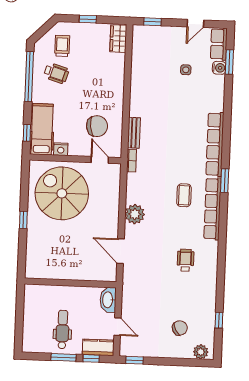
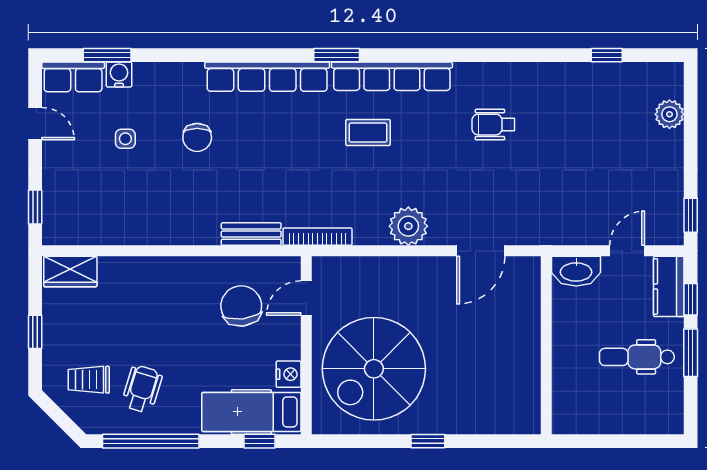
bookcase: (131, 161) -> (318, 237), width x1.56
chair: (180, 328) -> (197, 137), moved, turned -152
plant: (201, 352) -> (669, 114), moved

